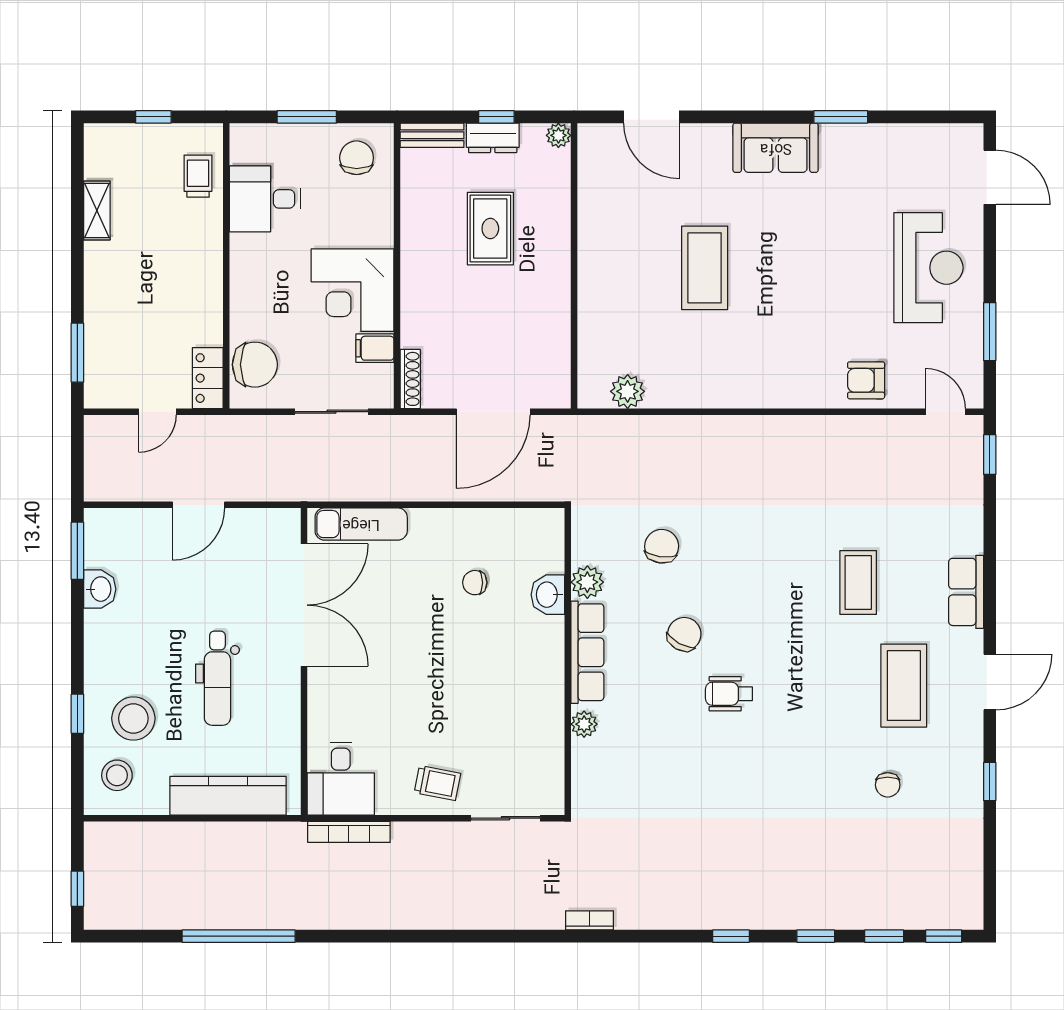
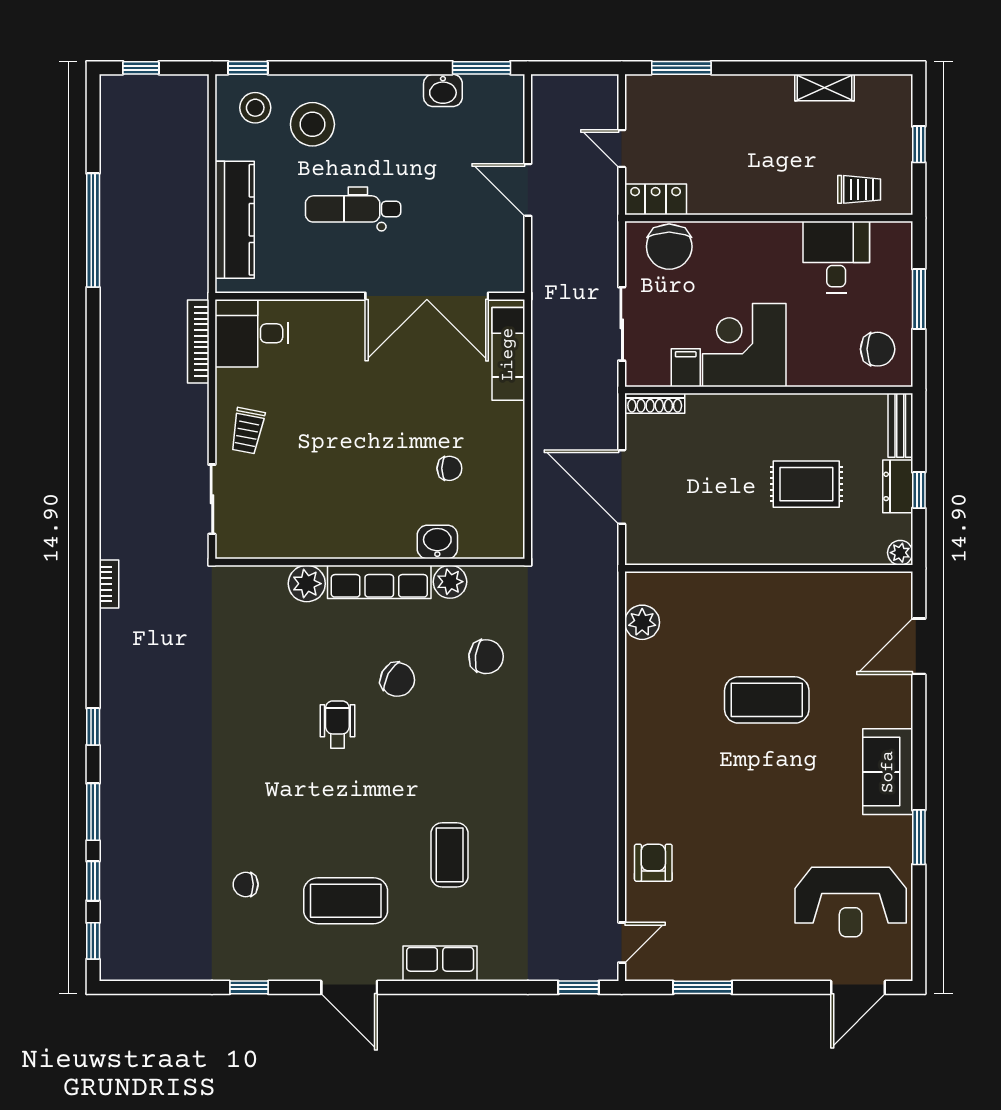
reception desk: (928, 268) -> (851, 902), moved
chair: (475, 583) -> (449, 468), turned 90
coffee table: (858, 583) -> (450, 855), turned 90
window: (77, 714) -> (248, 68), moved
plant: (584, 724) -> (307, 584), width x1.38, depth x1.38
window: (816, 936) -> (93, 812), width x1.50

